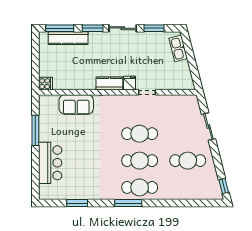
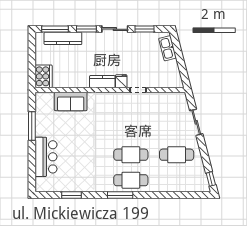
cooker: (45, 84) -> (44, 76), width x1.87, depth x1.31
cafe table: (140, 134) -> (131, 129), removed

